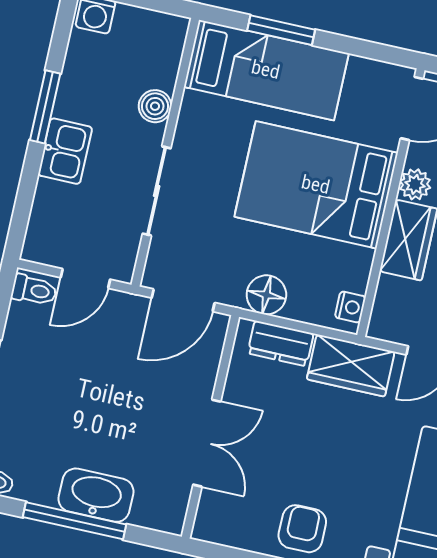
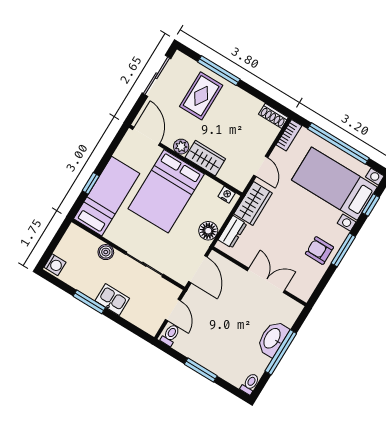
window: (281, 30) -> (91, 183), width x0.67

